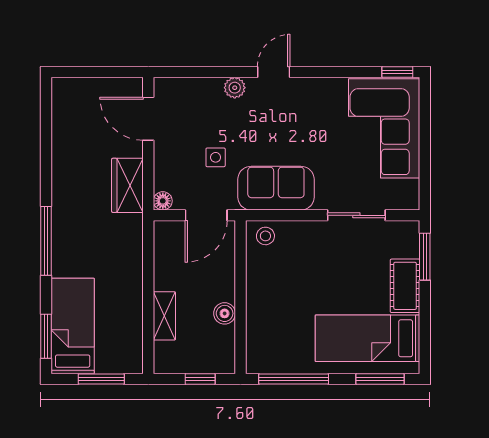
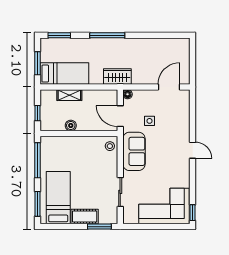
plant: (235, 88) -> (185, 131), removed
wardrobe: (127, 185) -> (117, 76), moved
bed: (73, 326) -> (64, 74), moved

